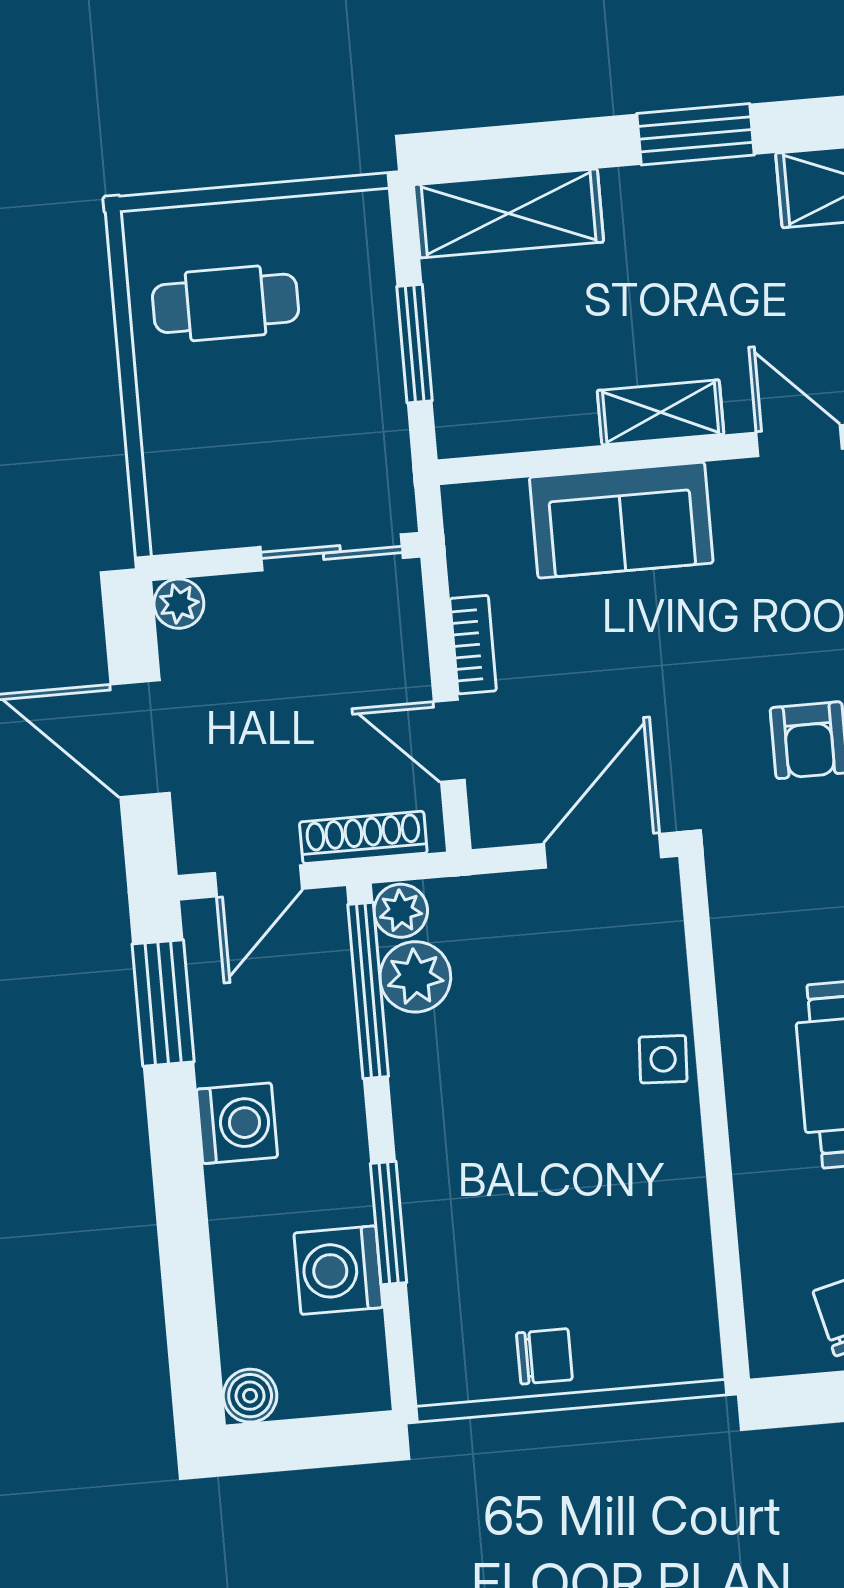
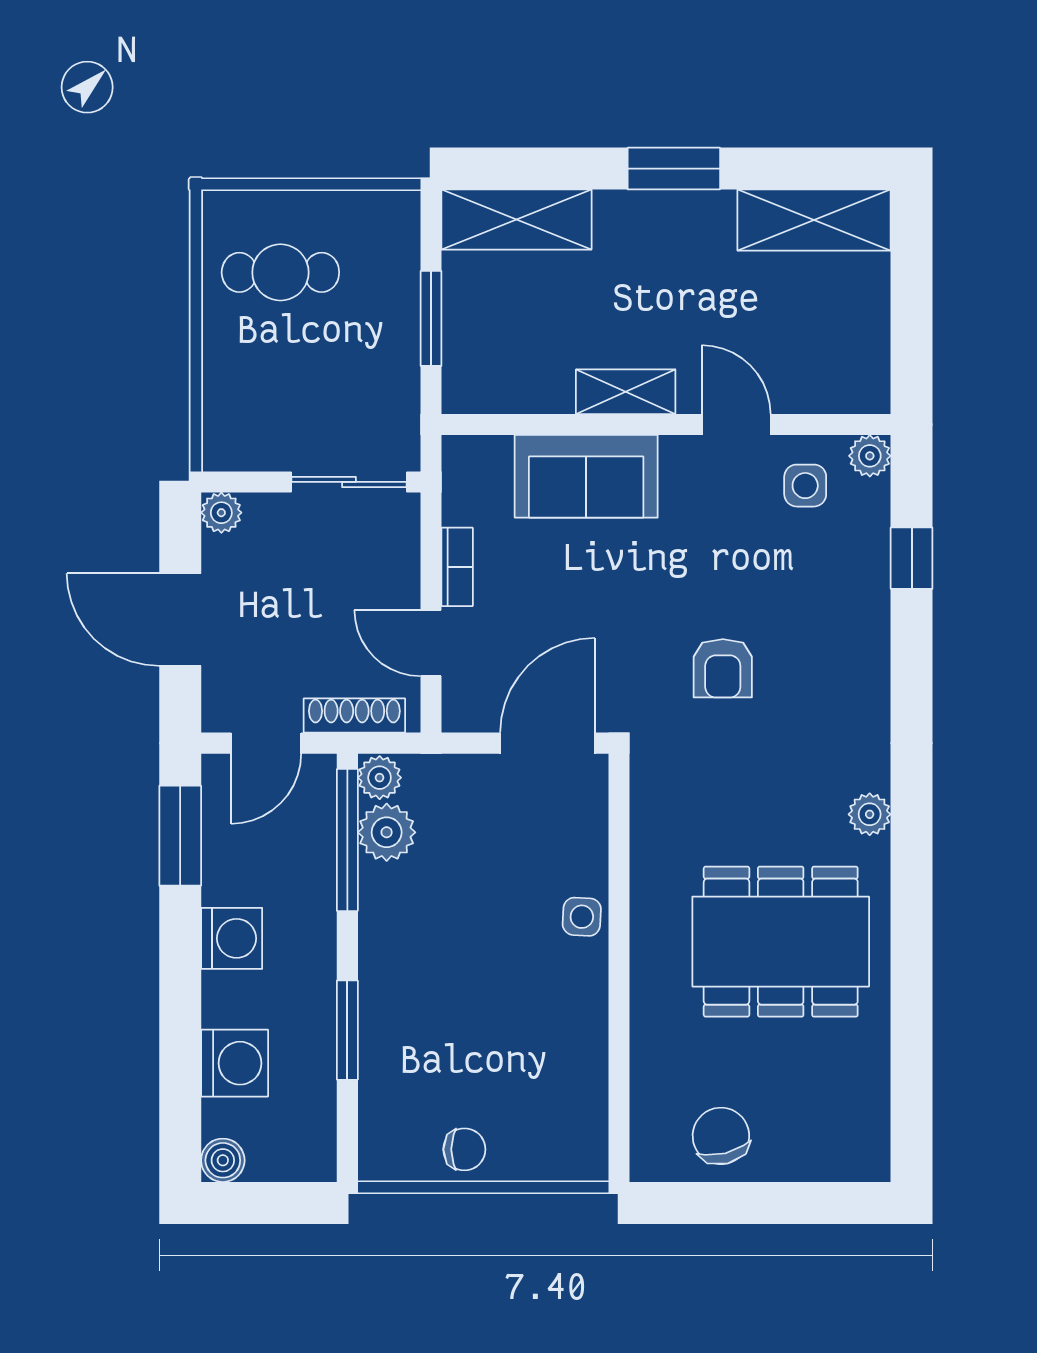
washing machine: (338, 1270) -> (235, 1063), moved, turned 180

